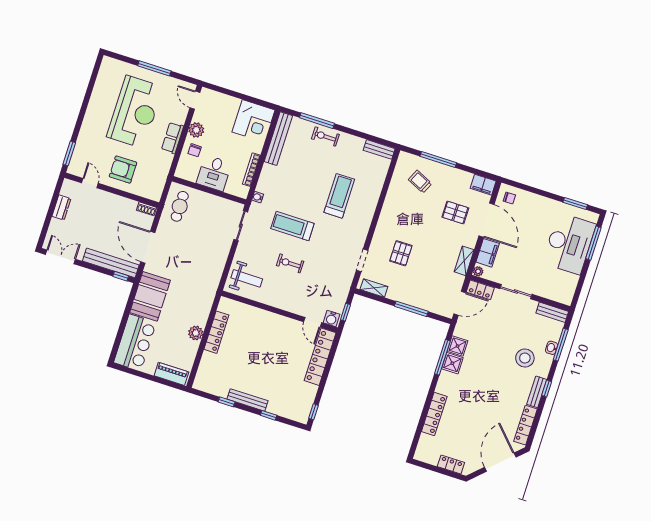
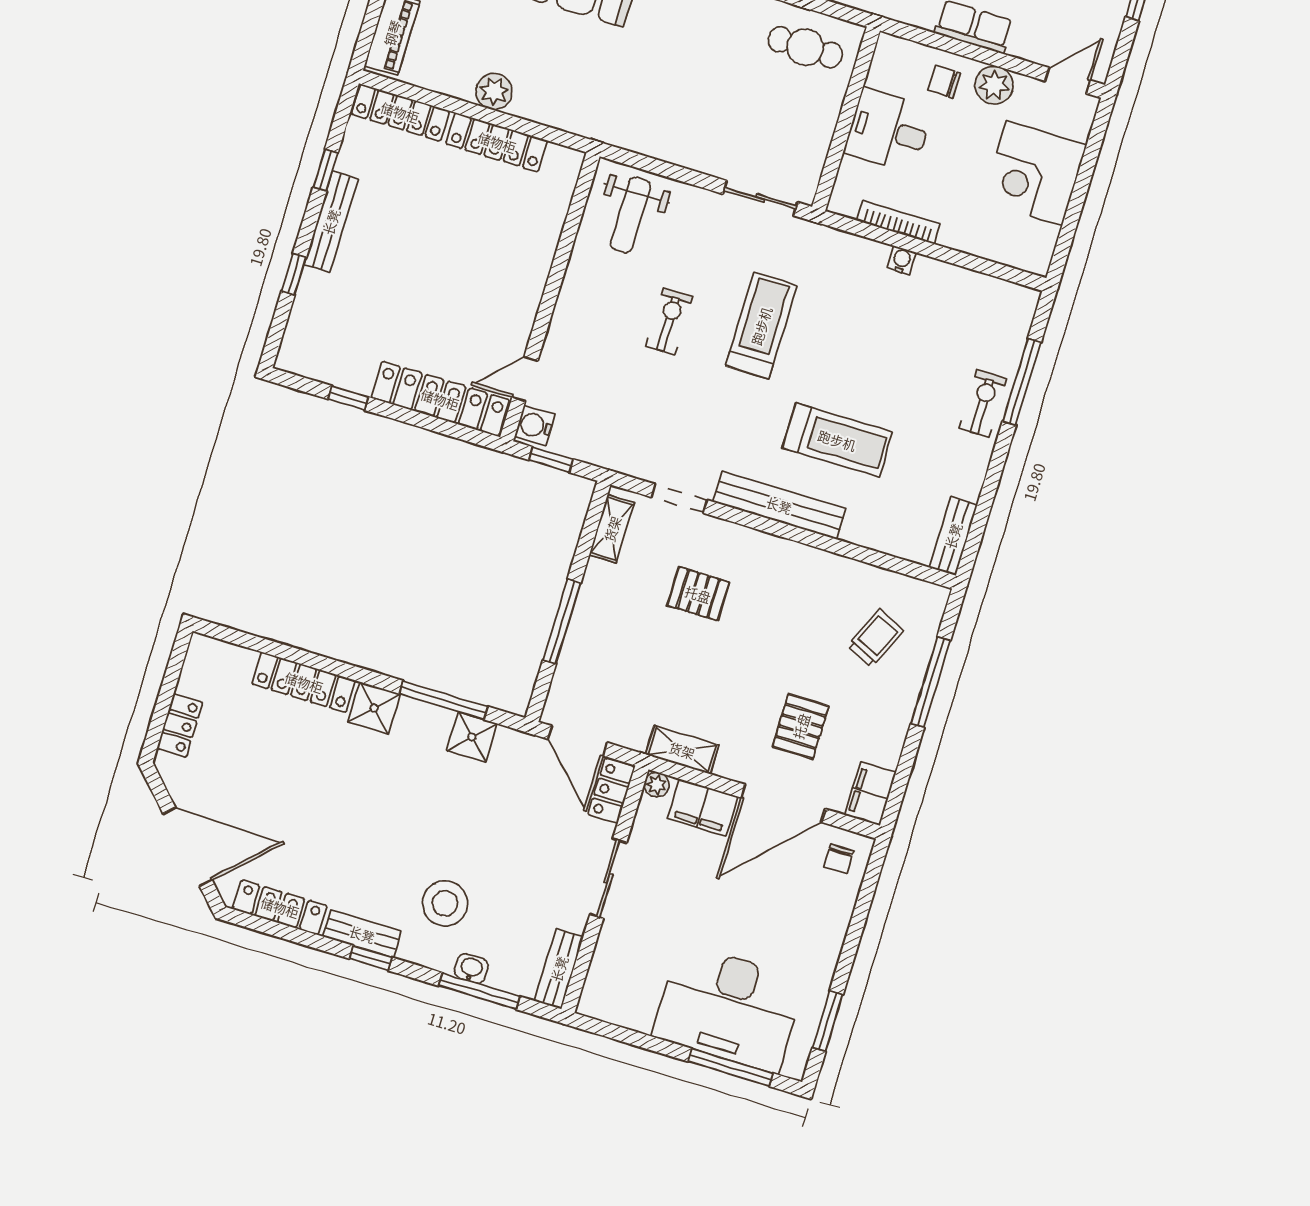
corner desk: (253, 121) -> (1034, 173), moved
bench: (278, 139) -> (779, 505), moved
water cooler: (258, 197) -> (901, 260), moved
shower: (452, 363) -> (374, 708), moved
locker: (204, 371) -> (400, 112), added
window: (313, 412) -> (348, 398), moved

